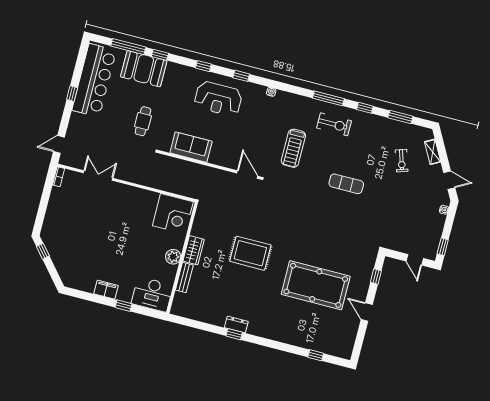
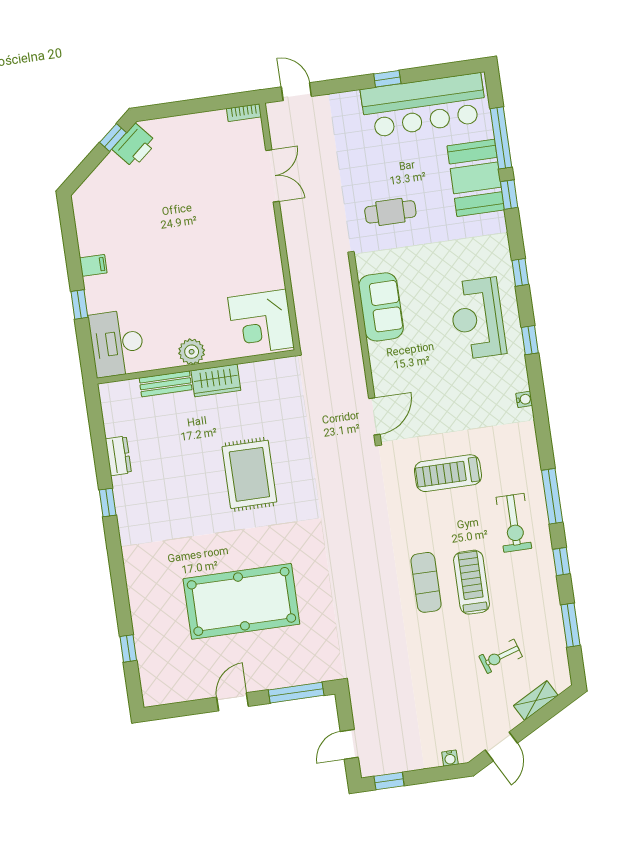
treadmill: (356, 160) -> (472, 582), added
printer: (52, 242) -> (134, 146), added
window: (376, 276) -> (296, 693), width x2.17
pool table: (316, 285) -> (241, 601), turned 90
filing cabinet: (106, 290) -> (93, 265), width x0.50
dresser: (236, 325) -> (118, 456), moved

